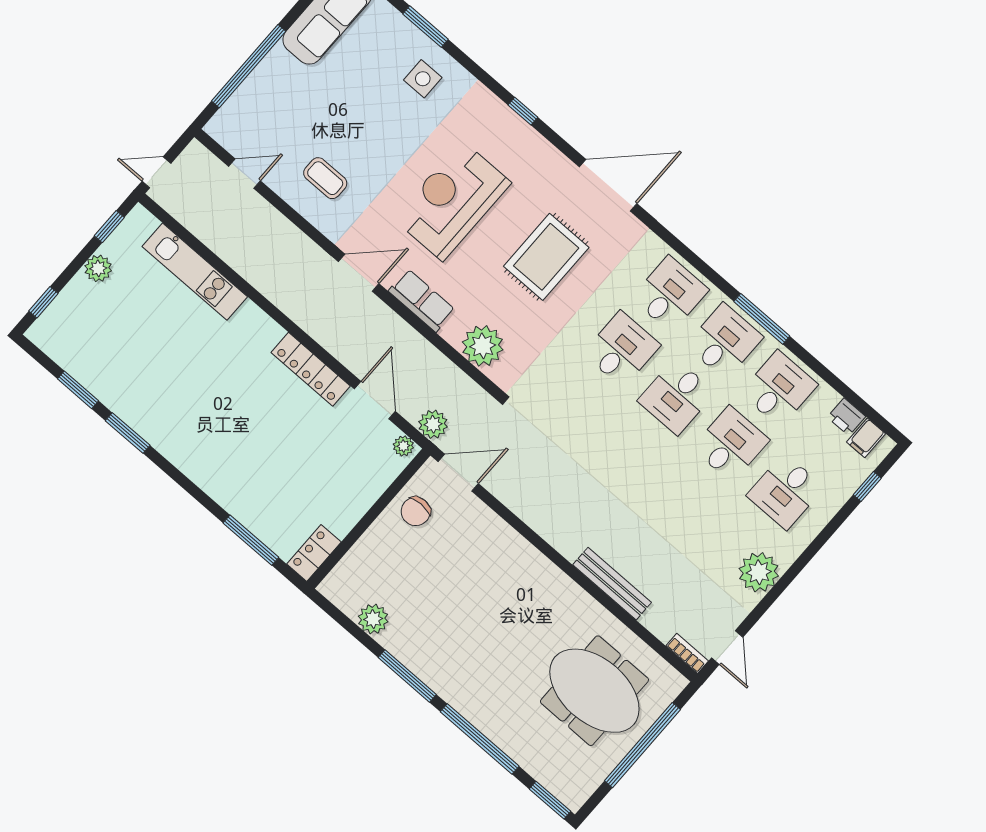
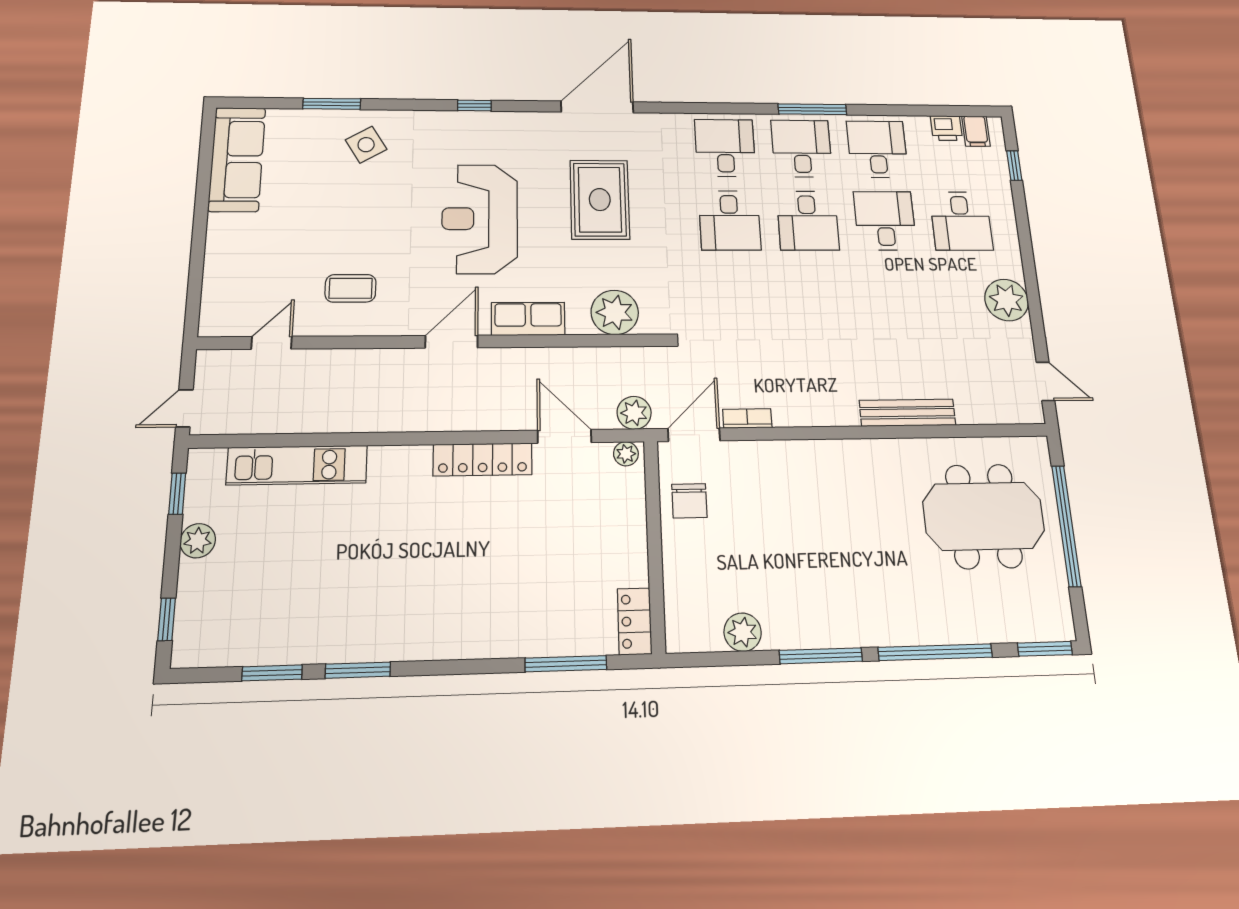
window: (249, 66) -> (198, 252), removed
side table: (423, 79) -> (366, 145), turned -31
desk: (622, 349) -> (730, 220), turned 180
bookcase: (687, 653) -> (747, 418), moved

